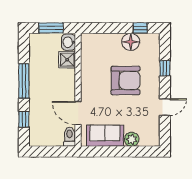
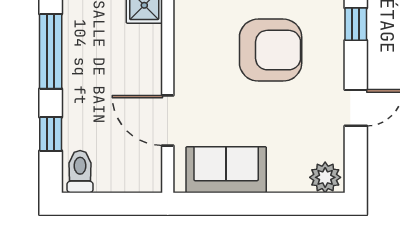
toilet: (70, 137) -> (80, 172), moved
plant: (132, 139) -> (325, 177), moved

